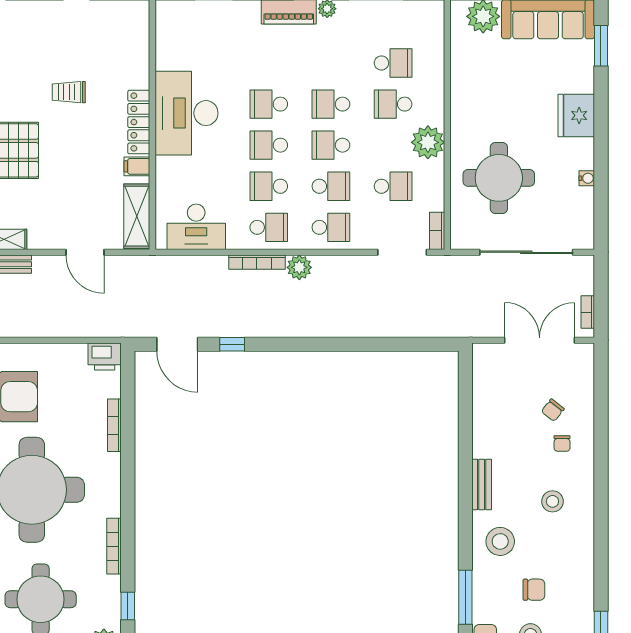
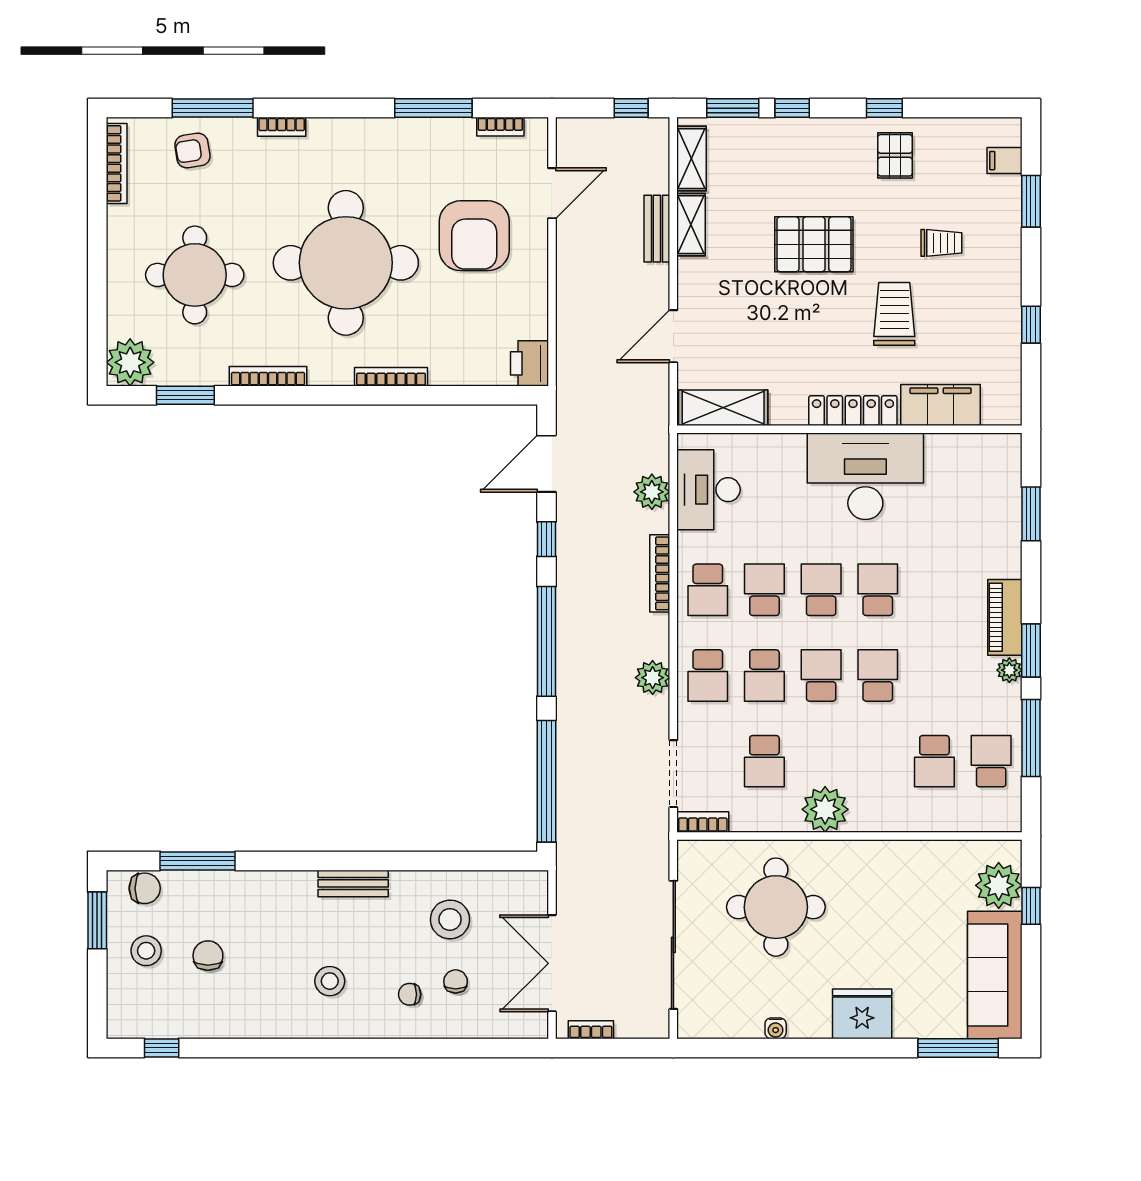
window: (601, 46) -> (958, 1048), width x1.44
trolley: (17, 58) -> (941, 243), added
trolley: (69, 92) -> (894, 314), width x1.36, depth x1.39
school desk: (393, 104) -> (991, 761), moved
filing cabinet: (137, 166) -> (941, 405), moved, width x3.00, depth x1.17
plant: (299, 267) -> (653, 678), moved
plant: (198, 268) -> (652, 492), added
double door: (540, 340) -> (552, 963), swing flipped
window: (306, 344) -> (546, 641), added
window: (408, 344) -> (546, 781), added
chair: (553, 410) -> (456, 981), turned 52
bookcase: (114, 425) -> (391, 377), moved
stool: (500, 541) -> (450, 919), moved
chair: (534, 590) -> (208, 956), turned 180
window: (128, 606) -> (185, 395), width x1.50

